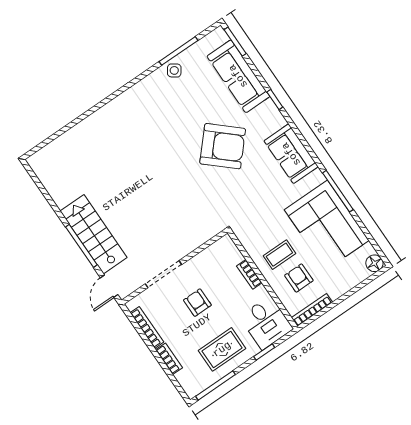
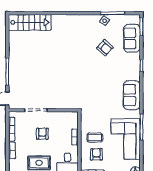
sofa: (238, 76) -> (132, 38), width x0.73
armchair: (223, 146) -> (105, 48), moved, width x0.53, depth x0.53
stairs: (94, 234) -> (30, 22), moved, turned 90

